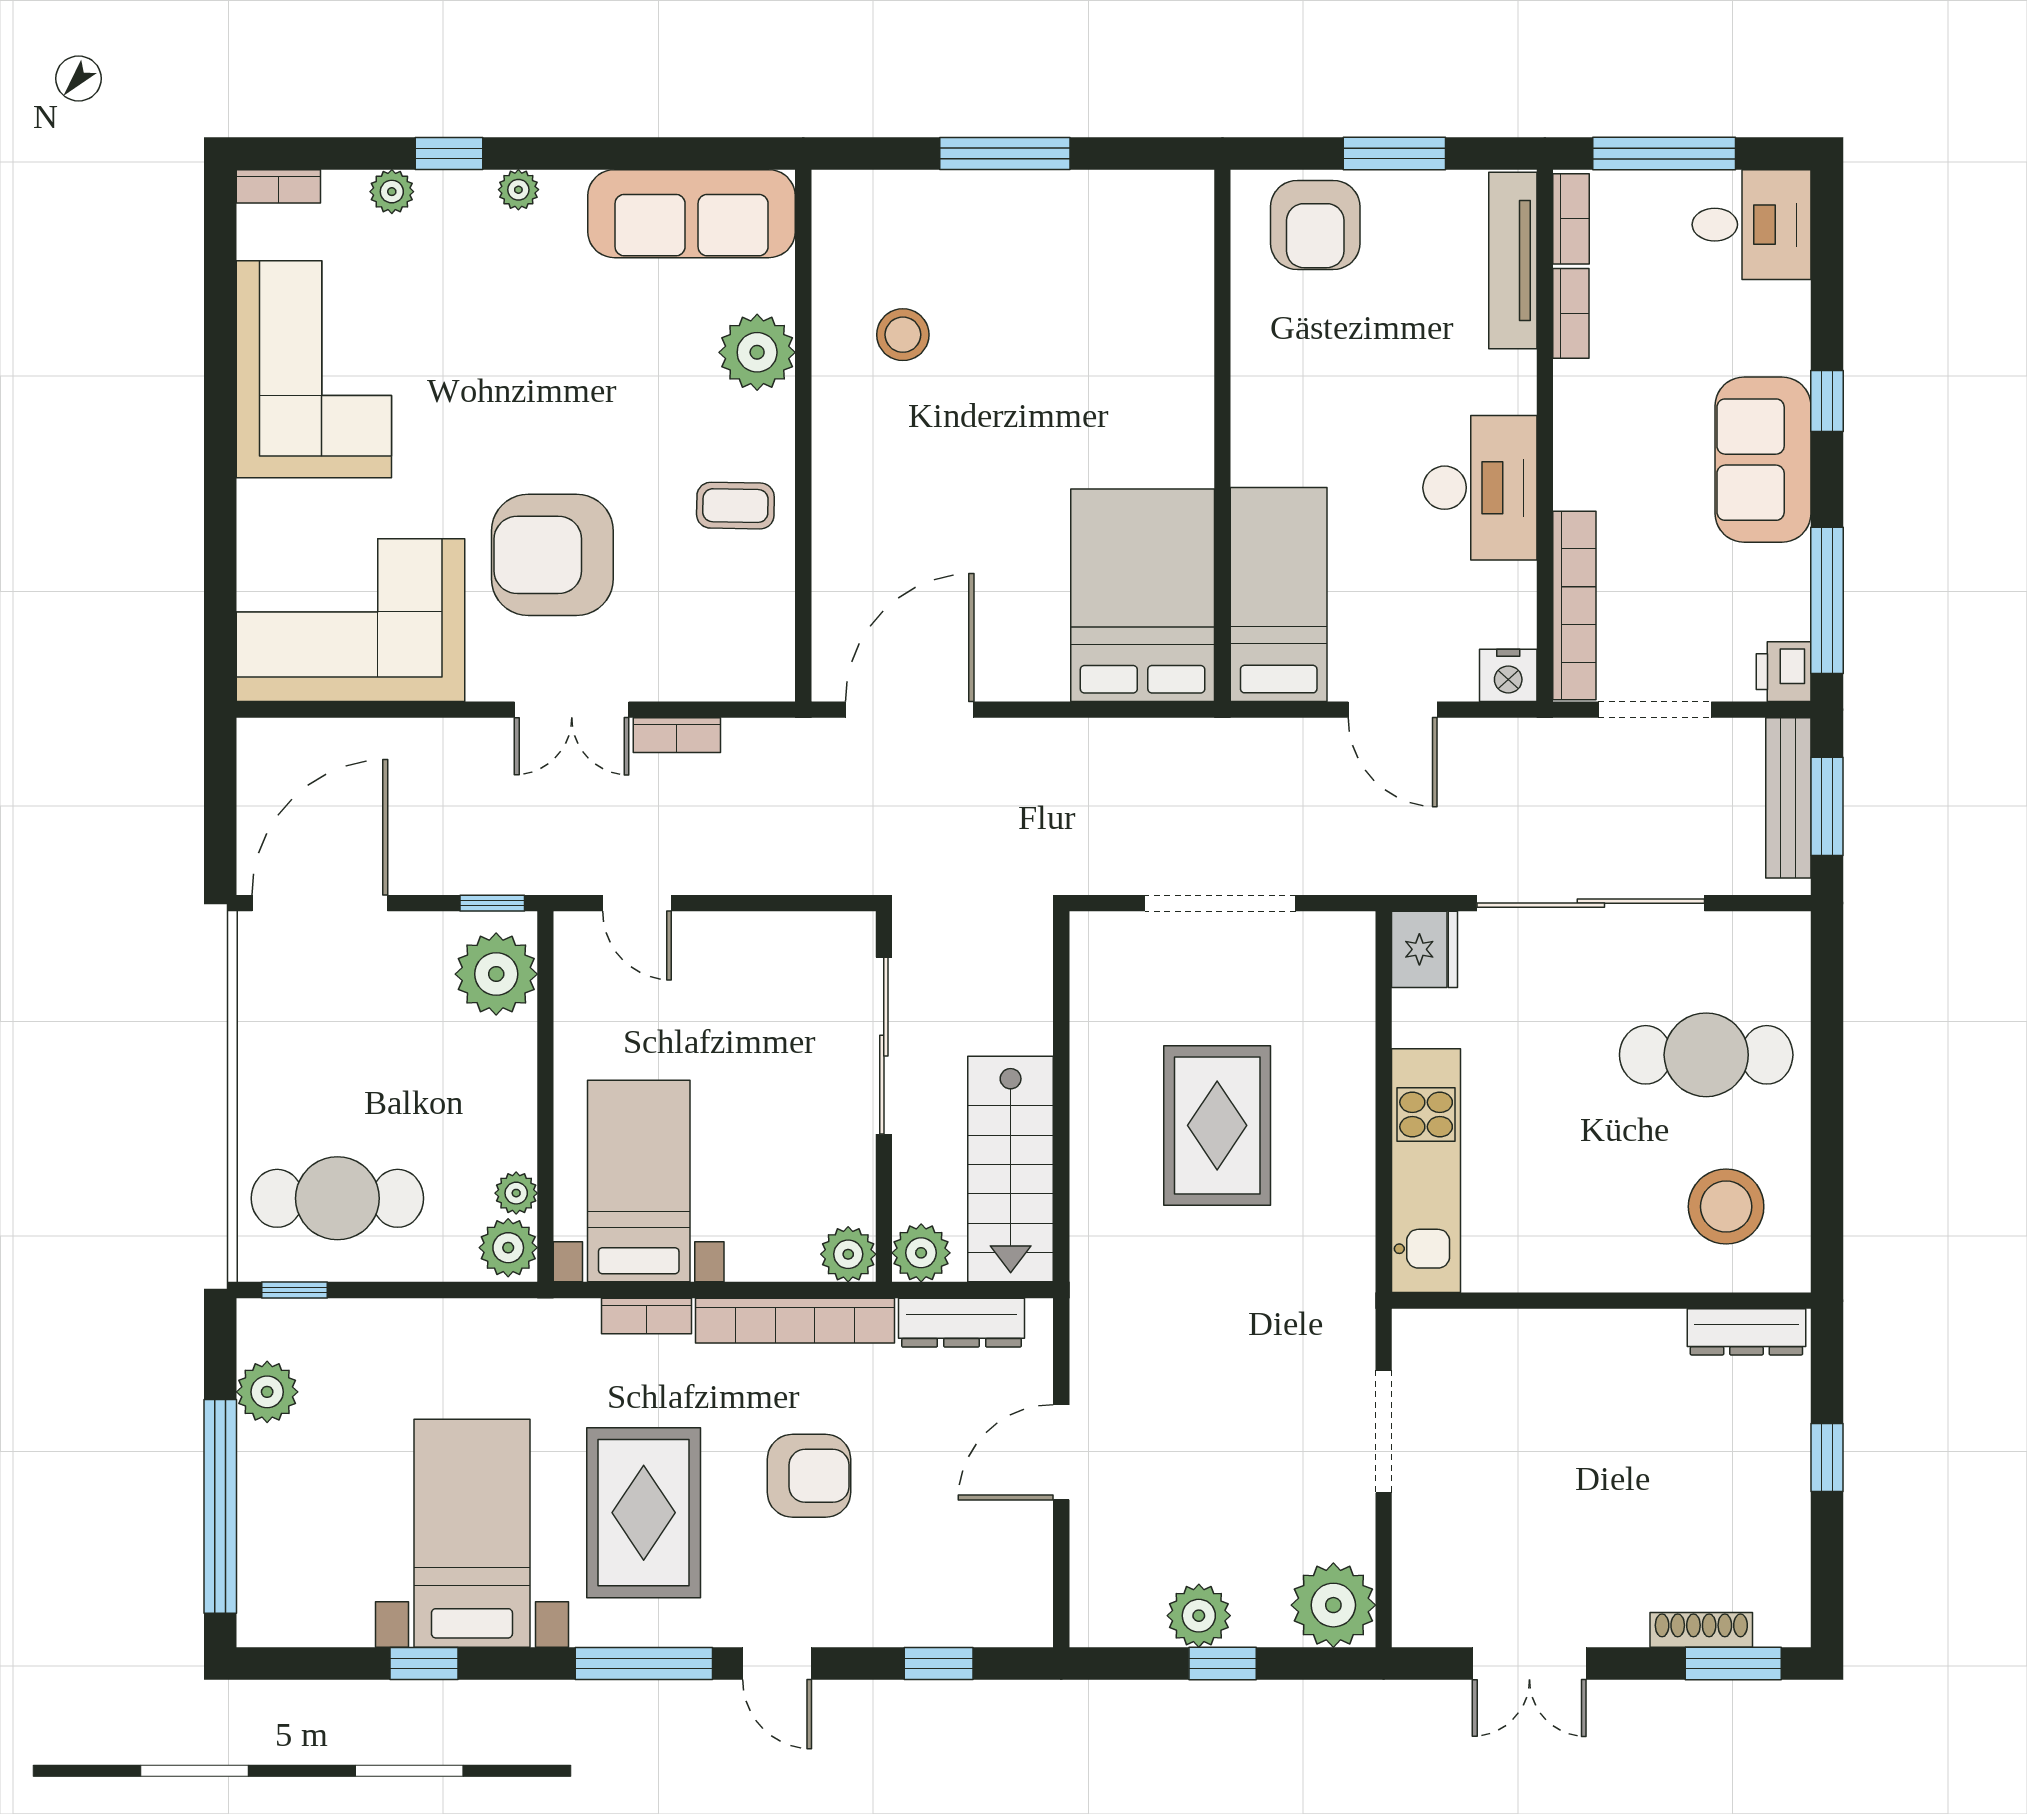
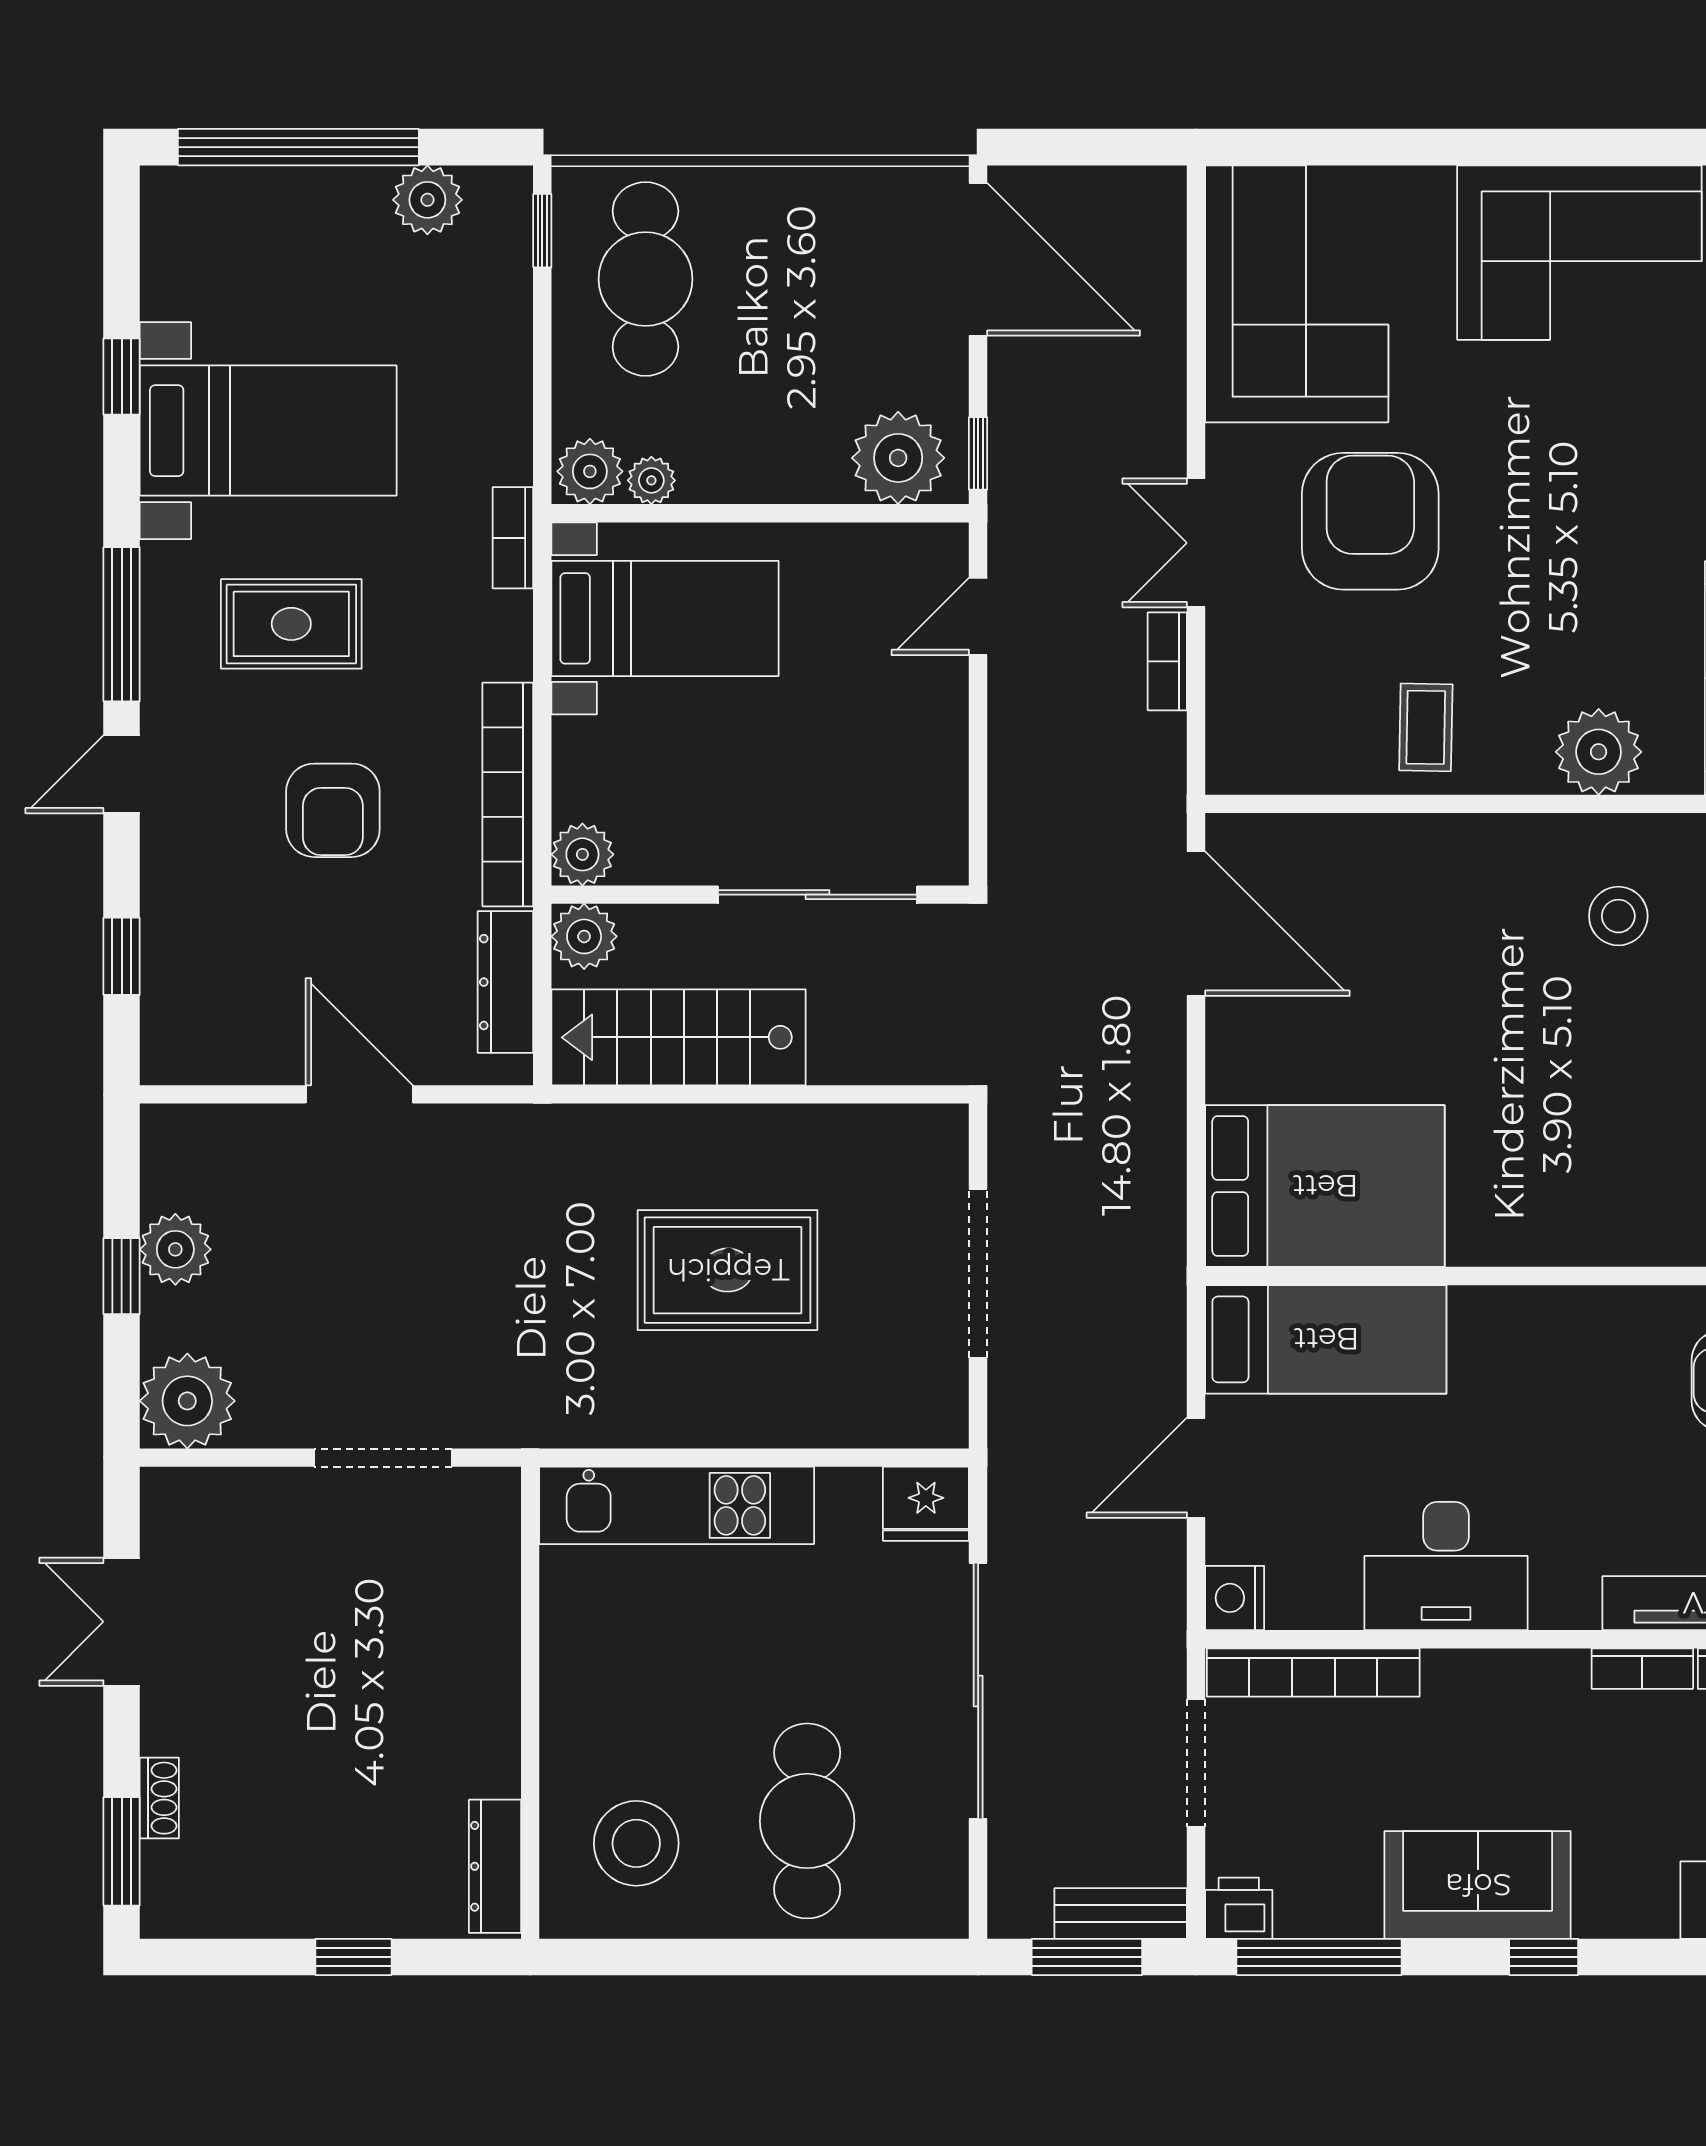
bench: (1788, 798) -> (1121, 1914), width x0.73
bookcase: (646, 1316) -> (513, 538), moved
rug: (644, 1513) -> (291, 624), width x0.73, depth x0.70
shoe rack: (1701, 1630) -> (159, 1798), width x0.70

